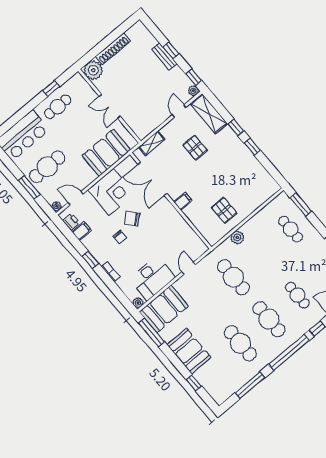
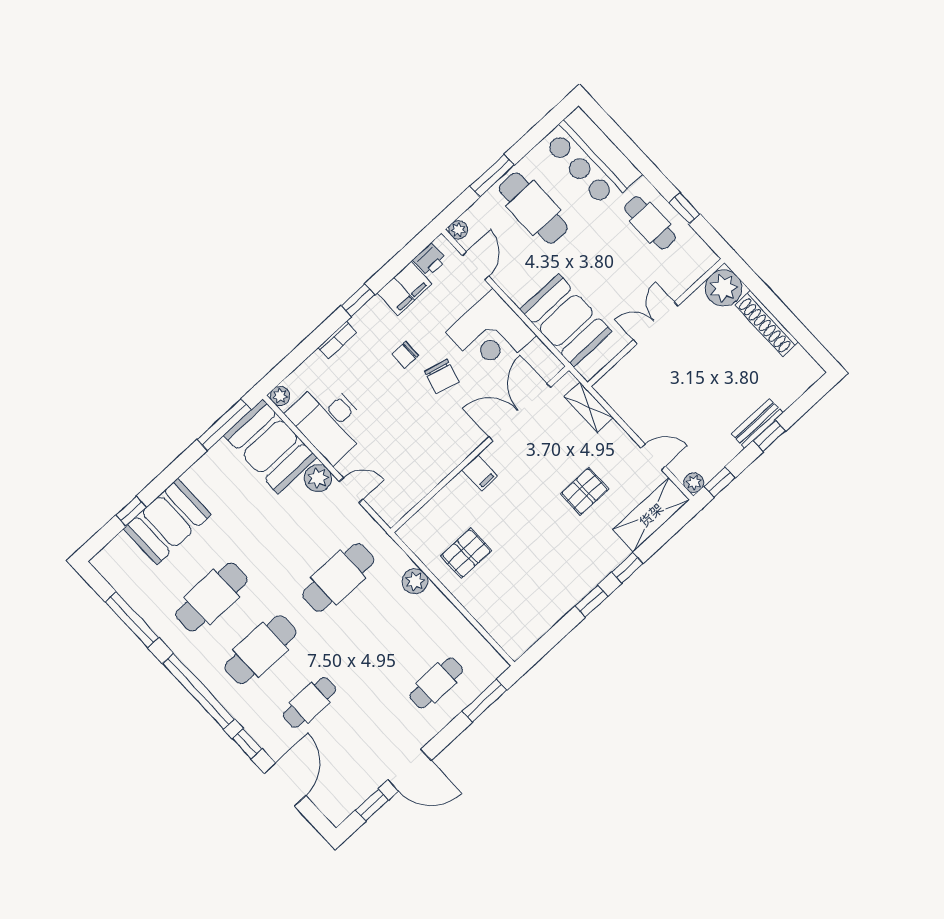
chair: (132, 219) -> (442, 376), turned 146
filing cabinet: (82, 231) -> (404, 288), width x2.00
plant: (181, 285) -> (318, 478), added
booth: (189, 351) -> (167, 522), moved

